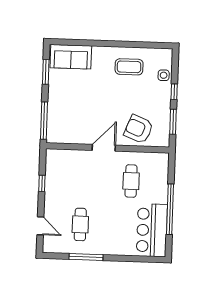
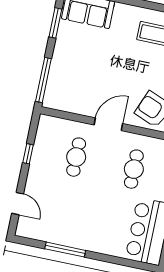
cafe table: (80, 224) -> (76, 157), moved

